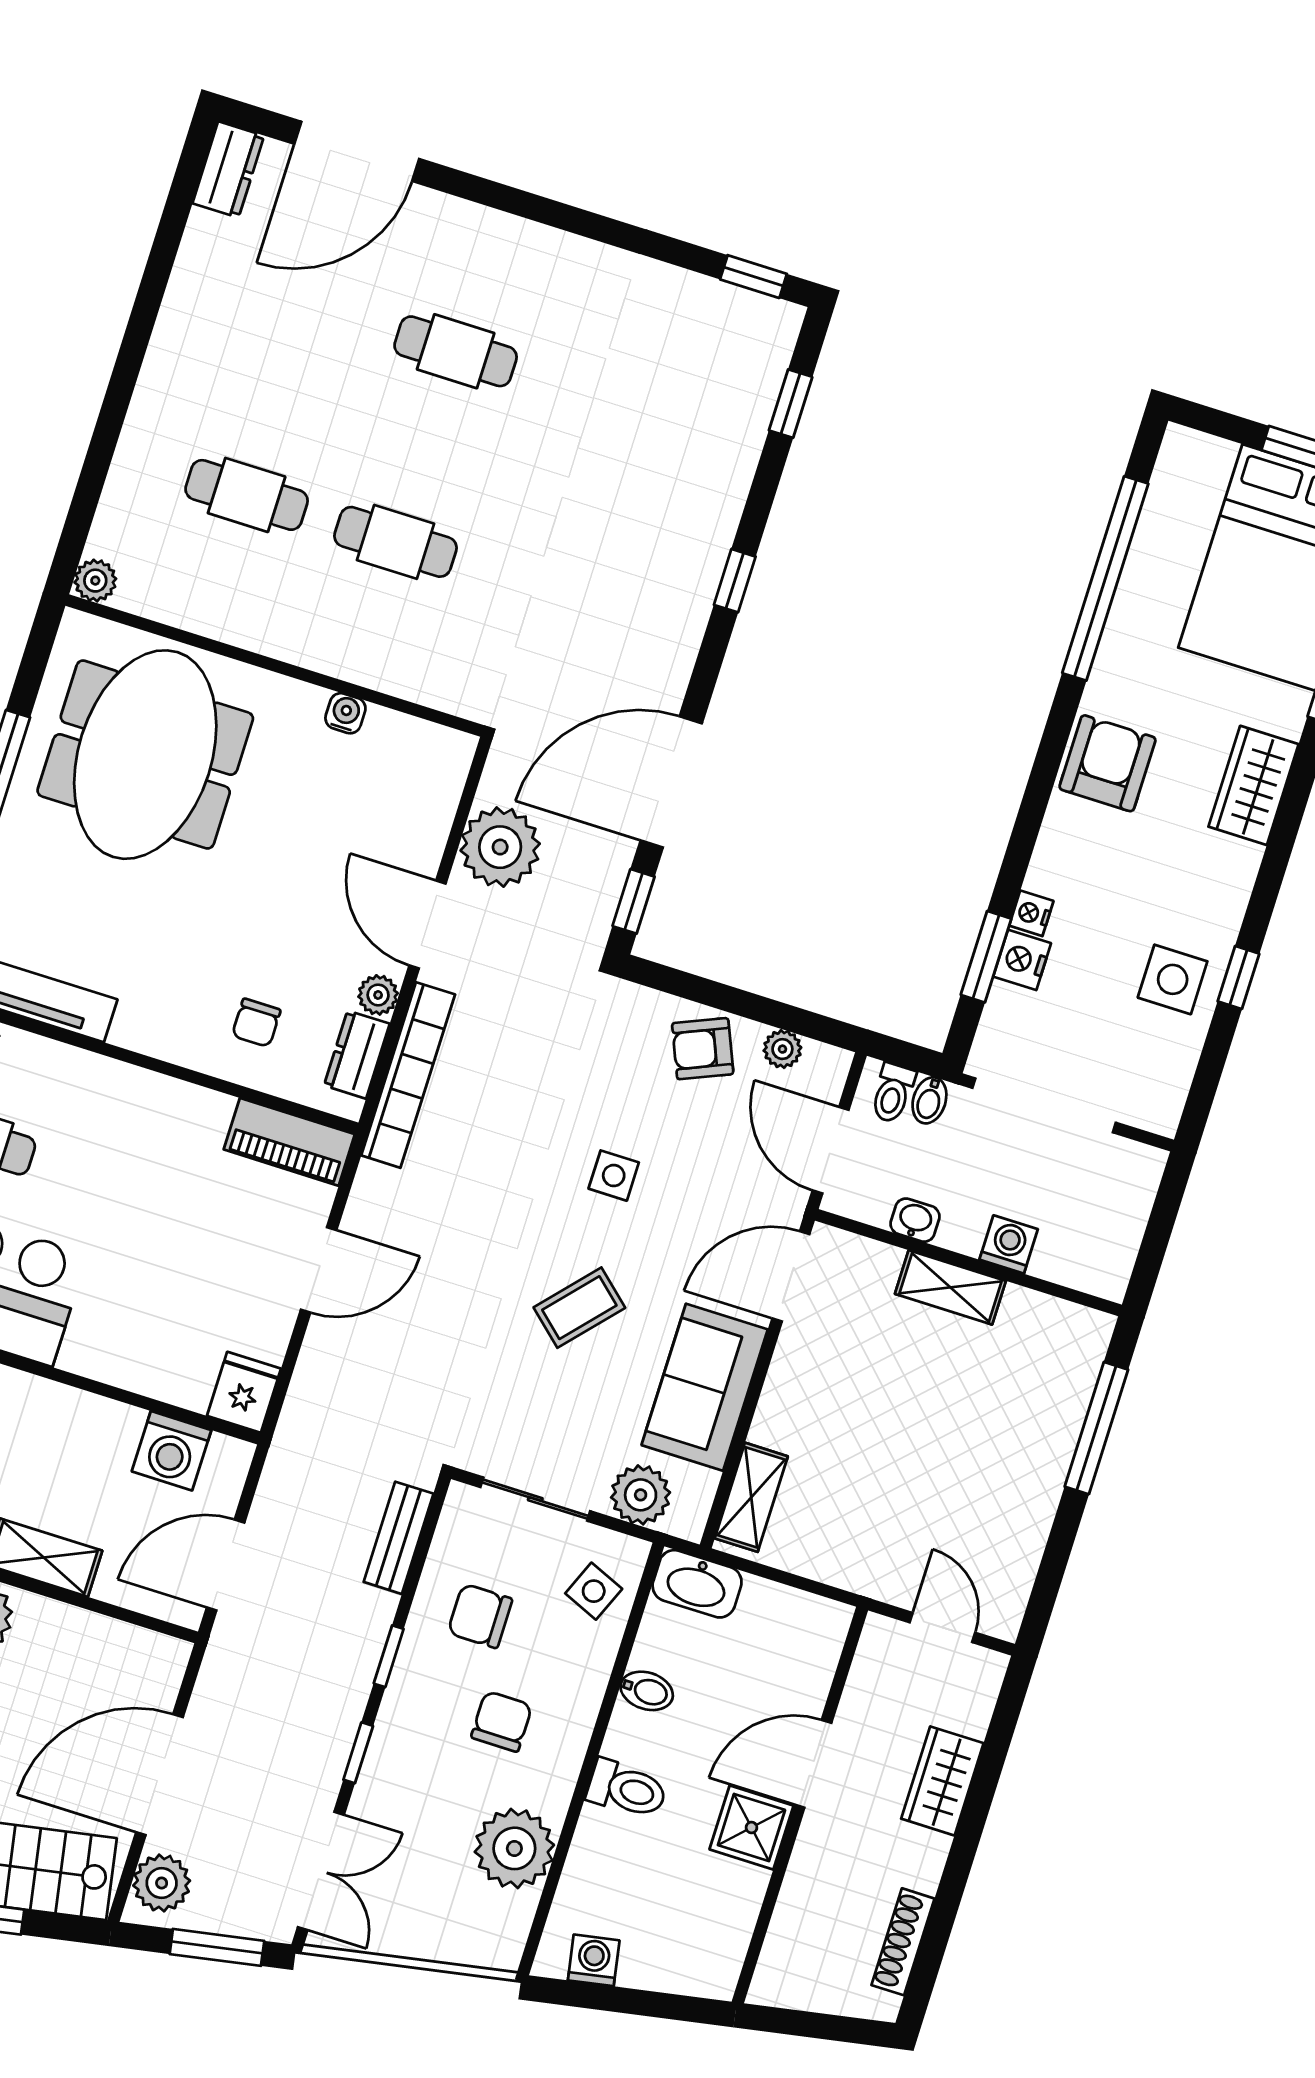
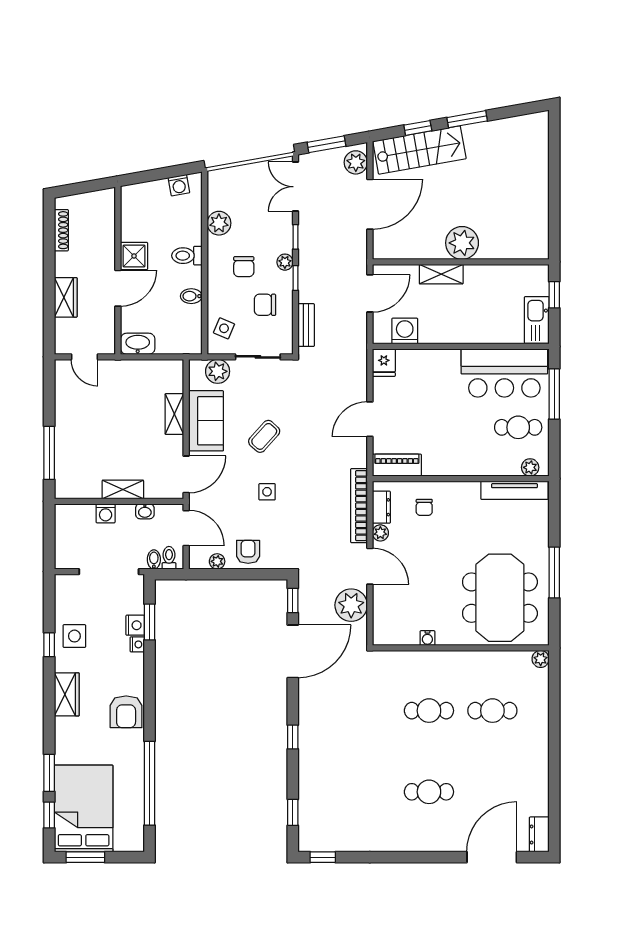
wardrobe: (1254, 785) -> (67, 694), moved
chair: (256, 1023) -> (424, 507), turned 180
armchair: (703, 1049) -> (248, 552), turned -67
shelving: (751, 1497) -> (174, 414), moved
washbasin: (697, 1584) -> (138, 344), moved
chair: (480, 1616) -> (265, 305), turned 180
plant: (402, 1701) -> (285, 262), added
plant: (514, 1848) -> (219, 223), width x0.73, depth x0.73

